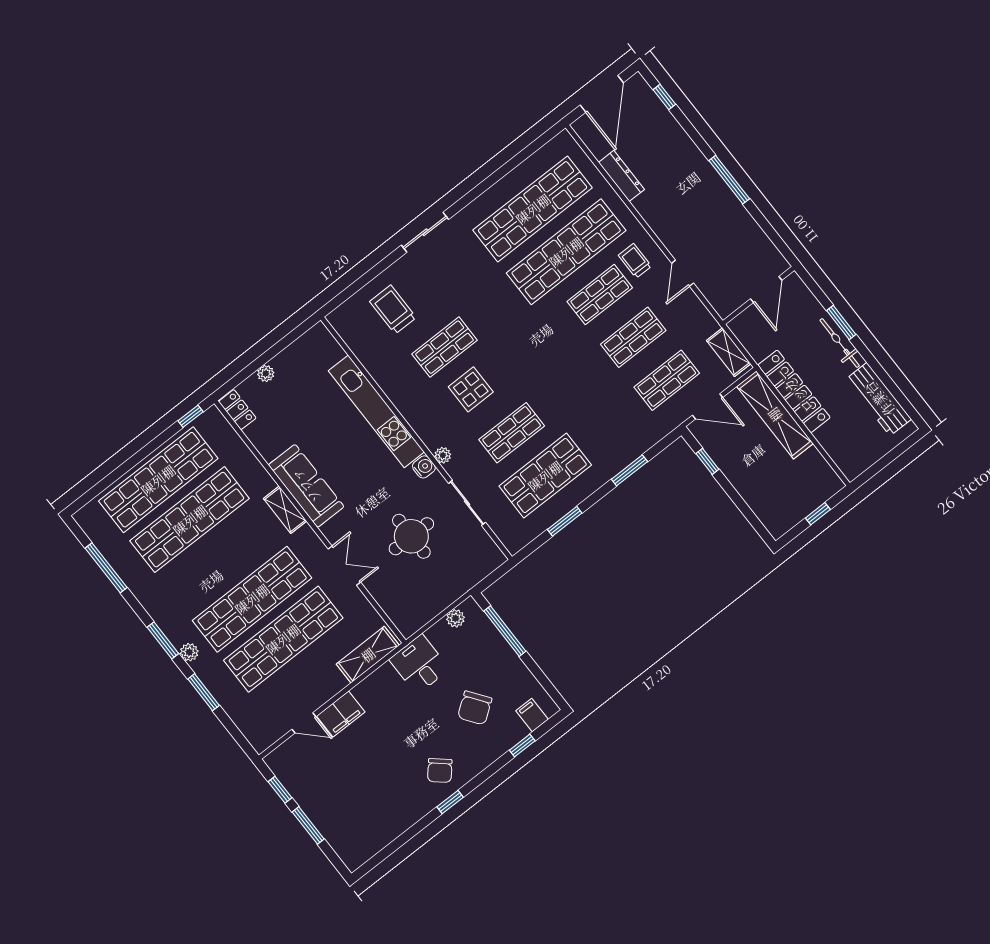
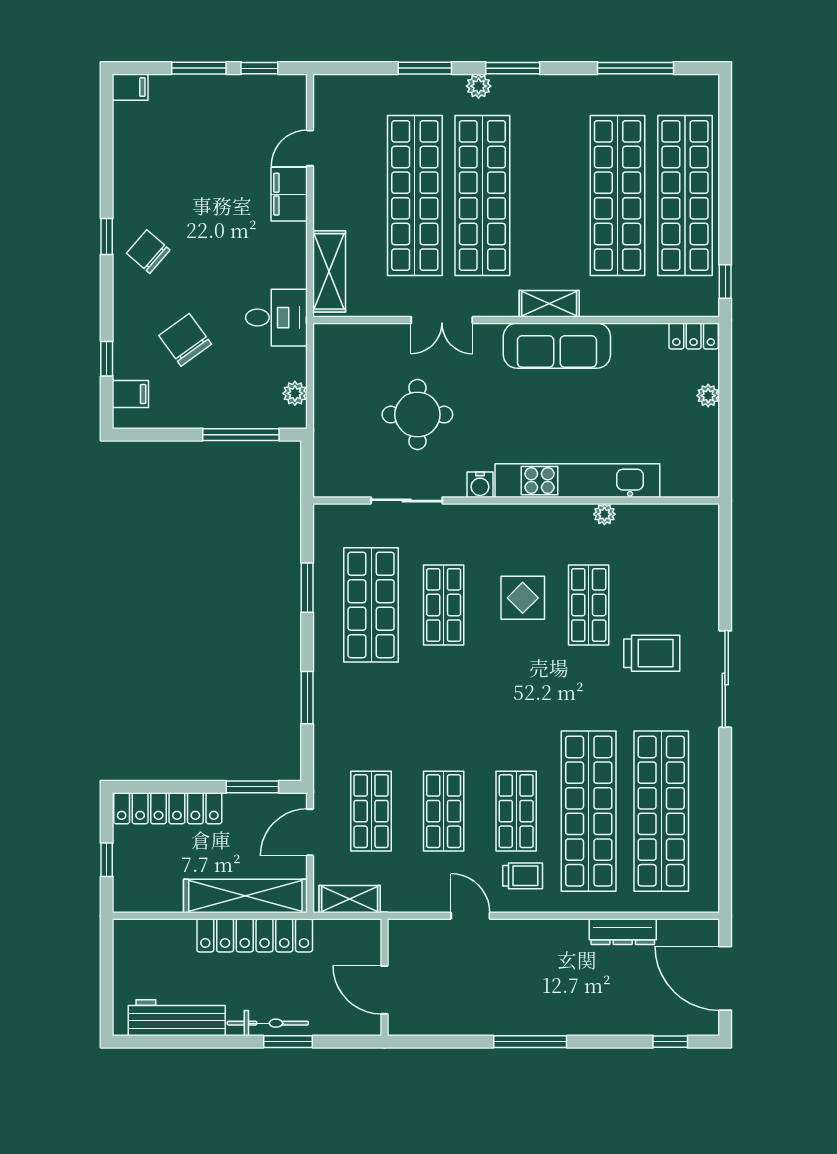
sliding door: (425, 232) -> (725, 679), width x1.37
trolley: (393, 309) -> (652, 653), moved
plant: (443, 455) -> (604, 514), moved
window: (707, 461) -> (252, 787), width x1.50
locker: (759, 501) -> (168, 808), added
filing cabinet: (351, 857) -> (130, 87), added

